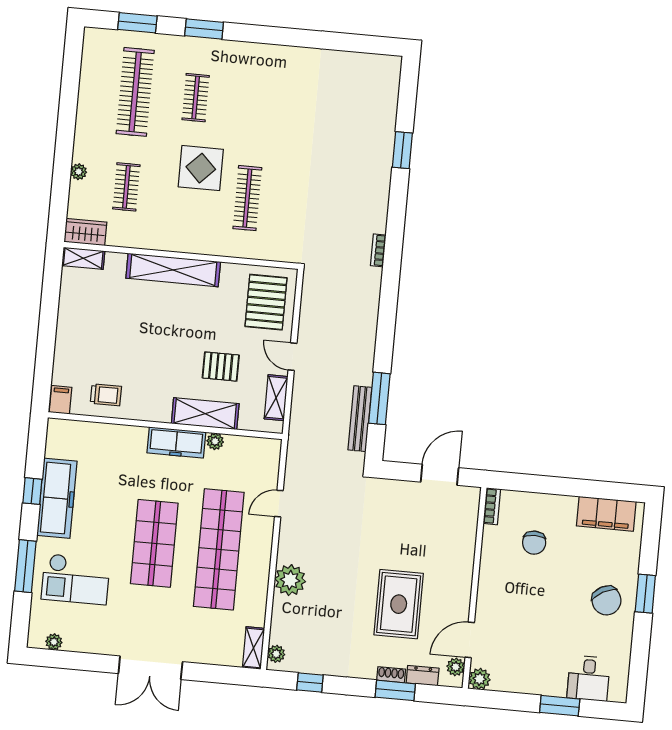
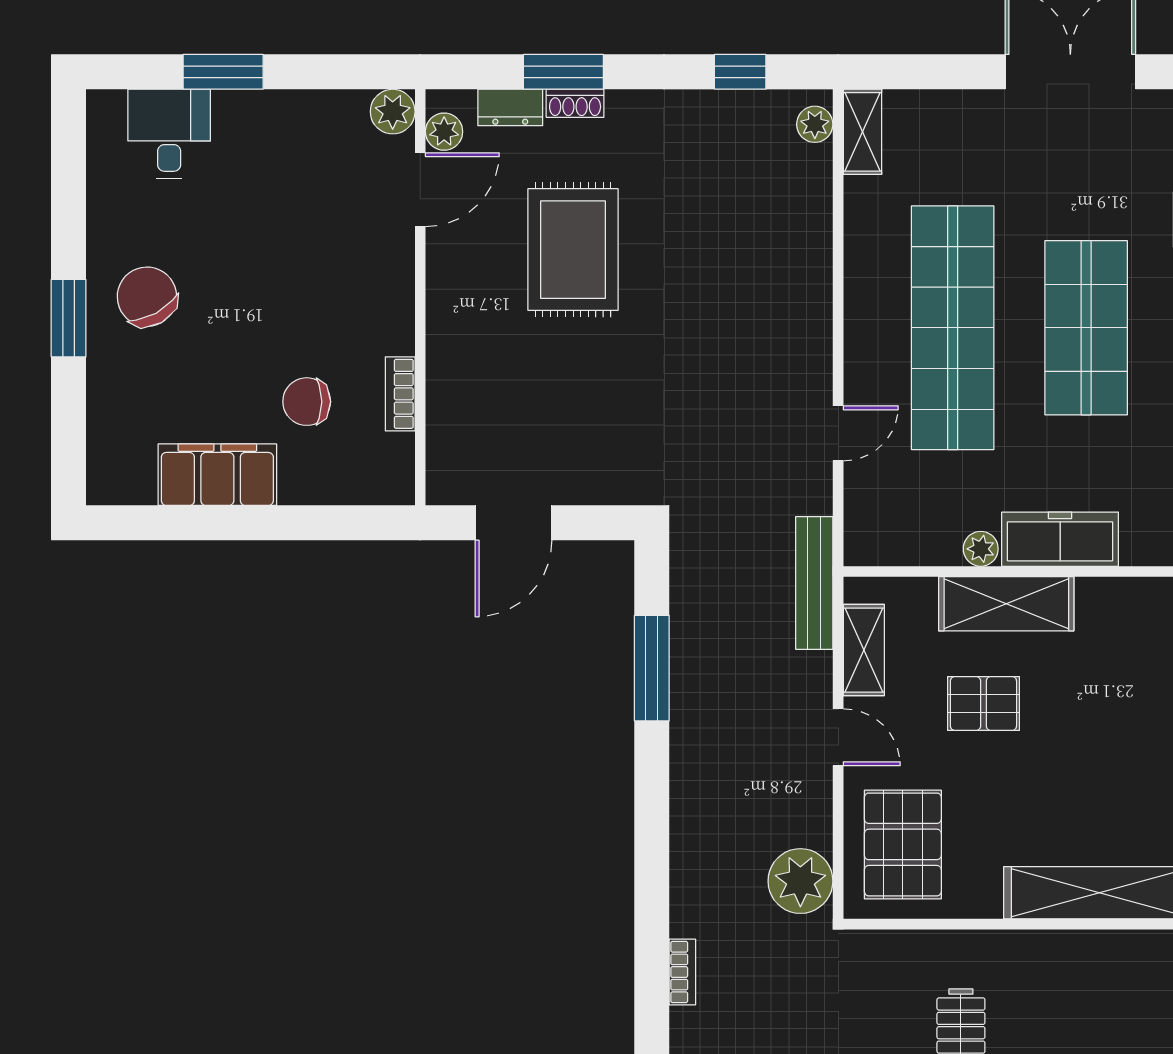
bench: (360, 419) -> (814, 583), moved
bookcase: (492, 506) -> (400, 394), moved
filing cabinet: (606, 514) -> (217, 475), moved
chair: (534, 543) -> (307, 402), turned -90
plant: (290, 580) -> (800, 881), moved

